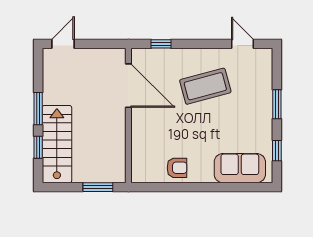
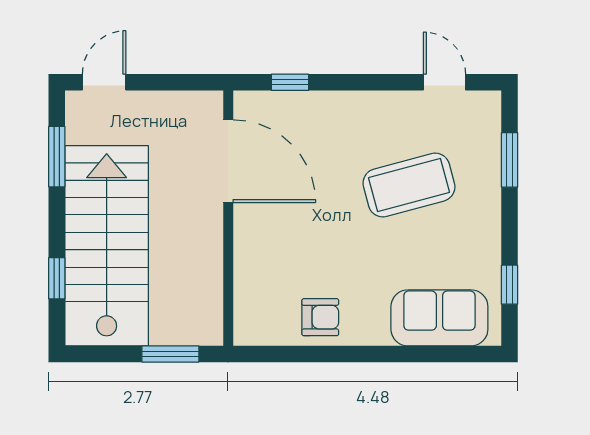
coffee table: (205, 86) -> (409, 185), moved
window: (277, 104) -> (510, 160), moved
window: (38, 109) -> (57, 157), moved
stairs: (57, 144) -> (107, 246), width x1.36, depth x1.51

